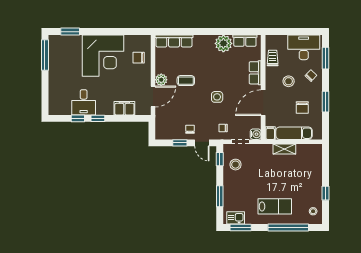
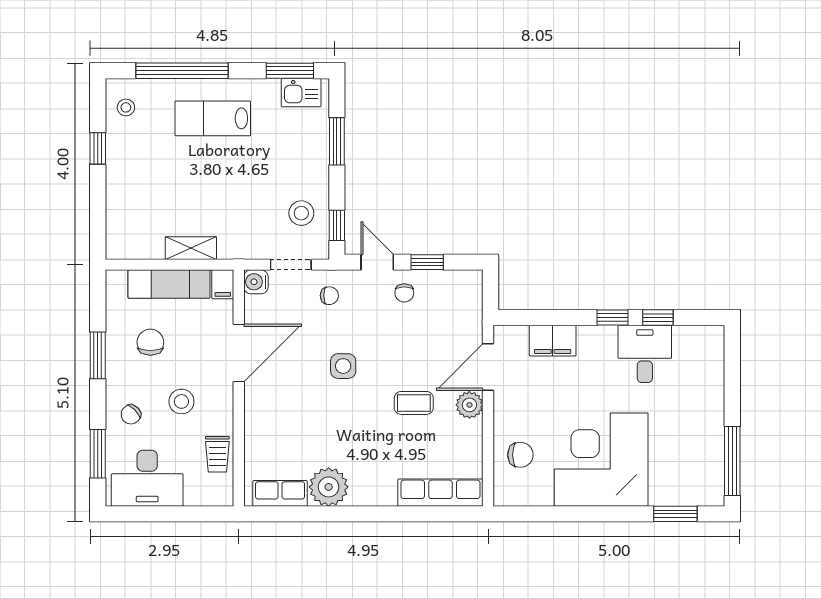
row of seats: (255, 73) -> (257, 421), removed

